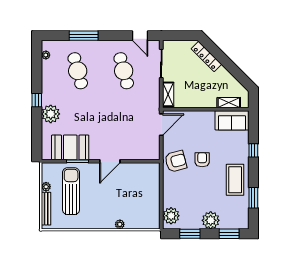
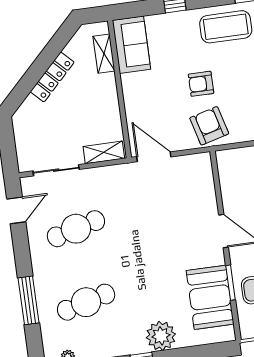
locker: (206, 56) -> (52, 77), moved

